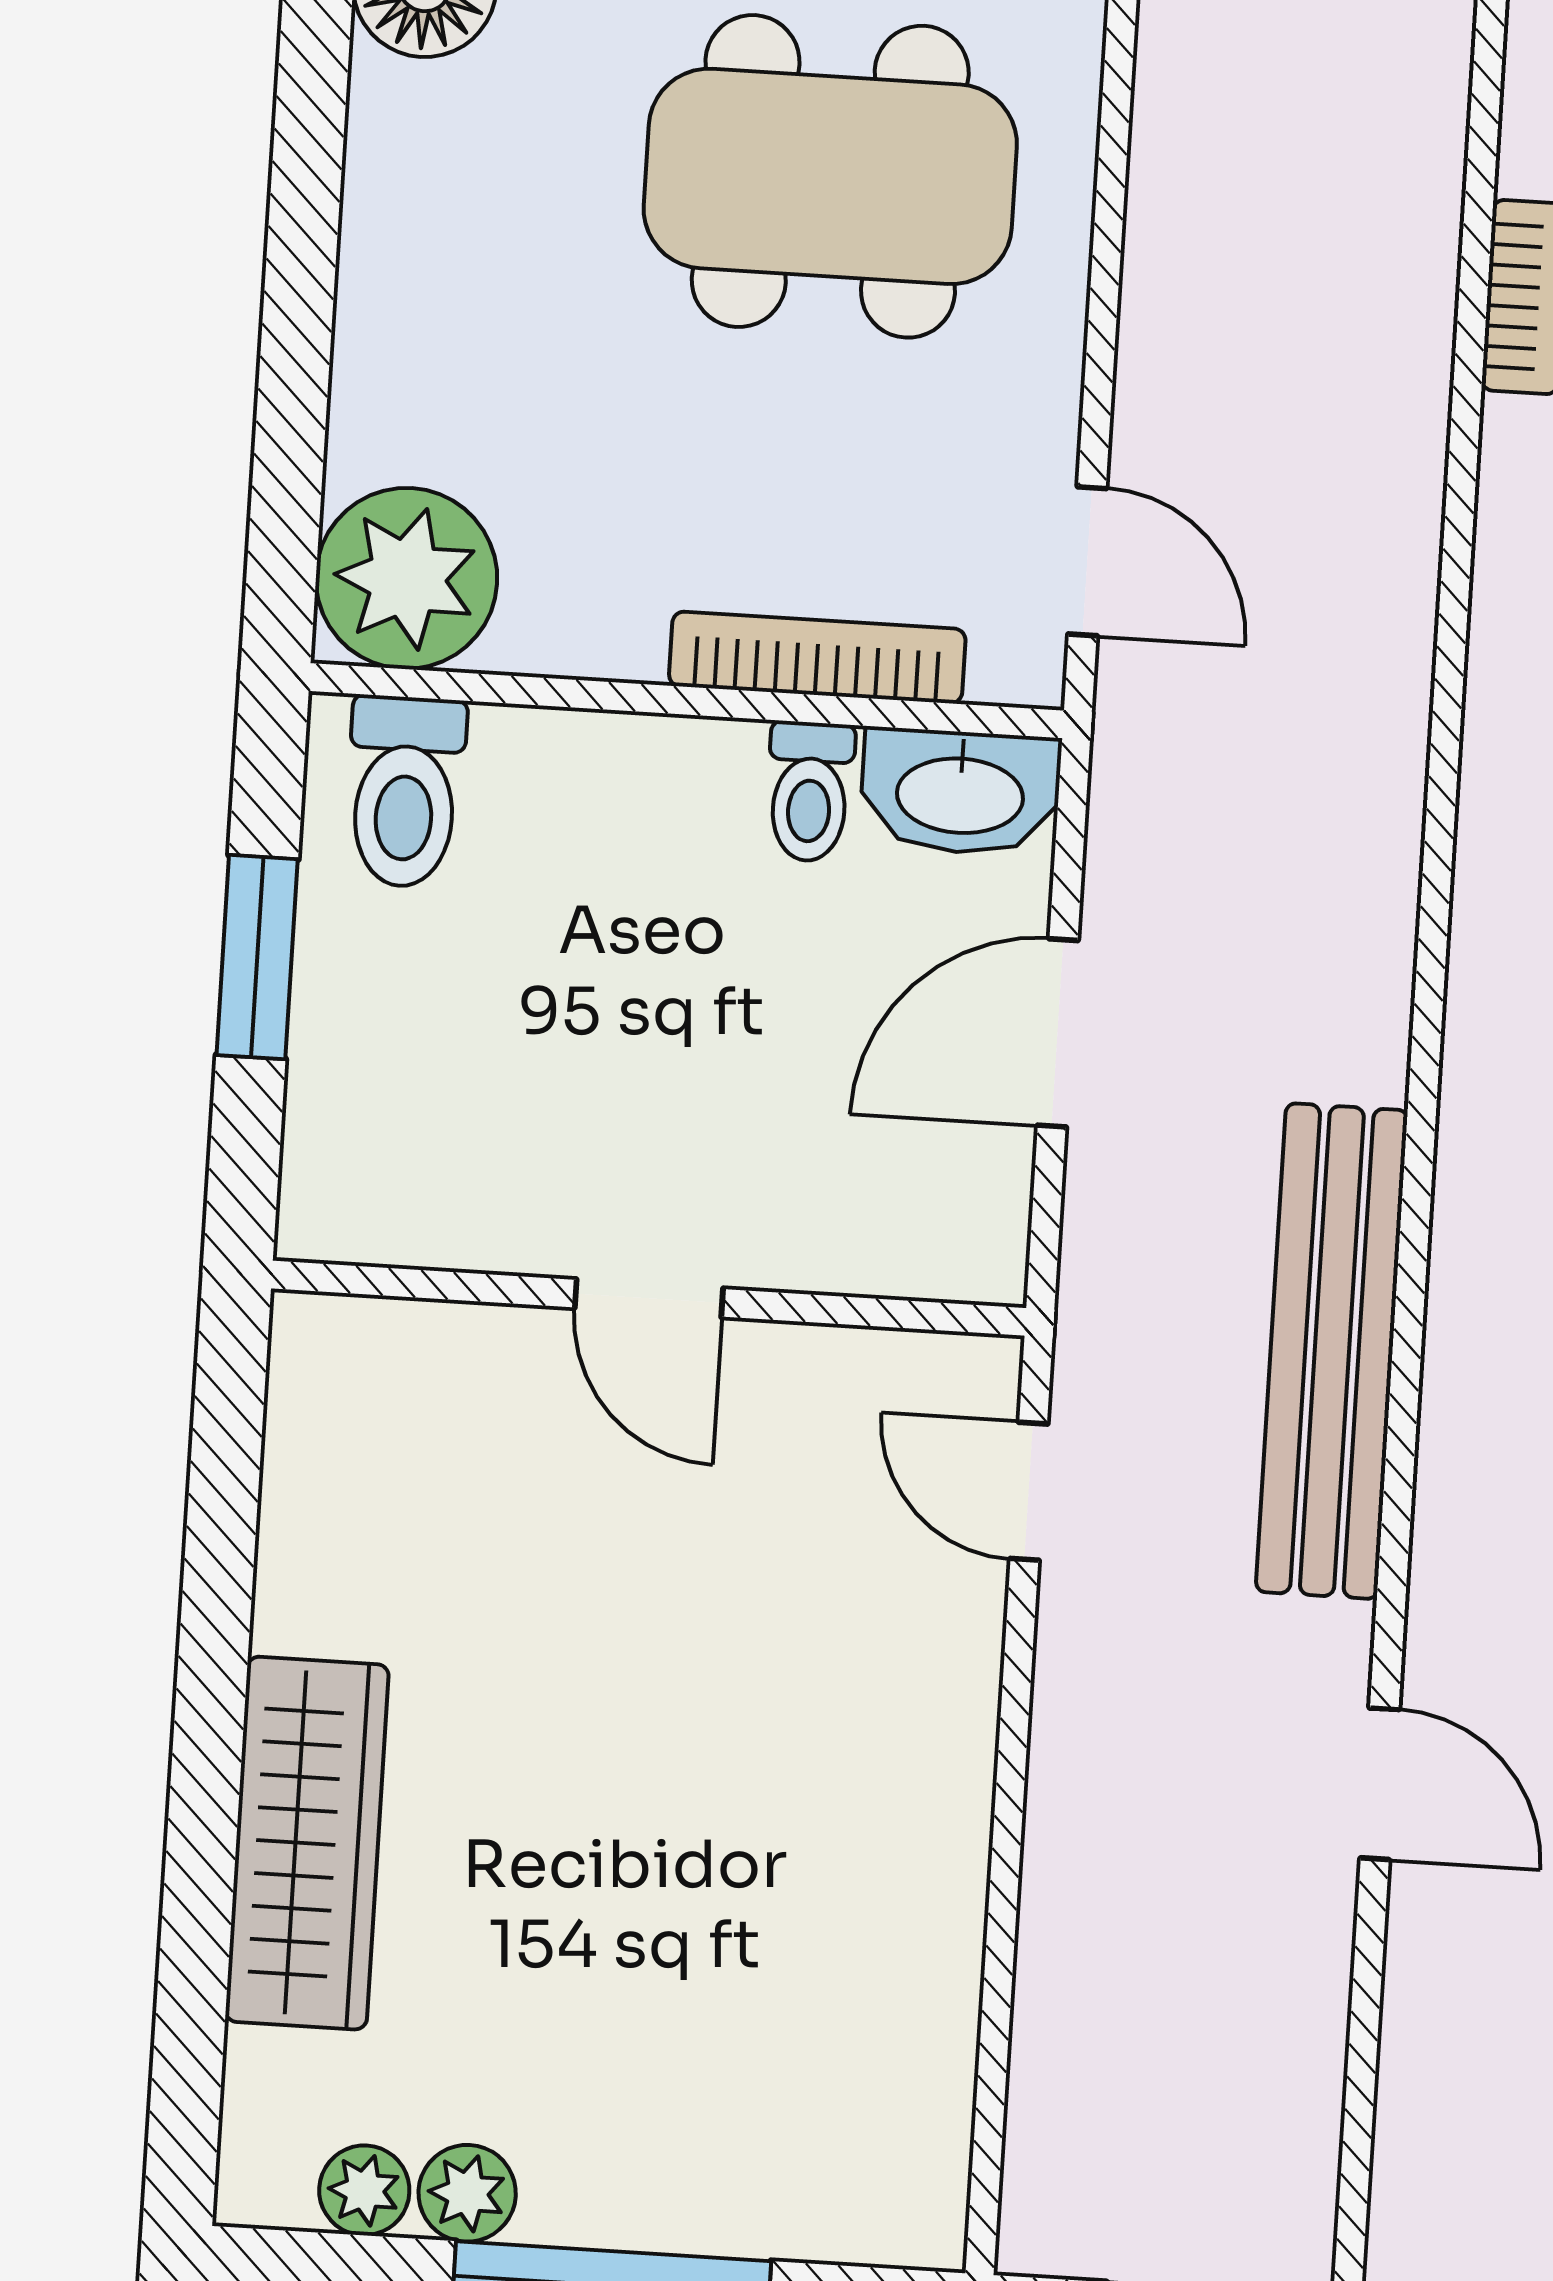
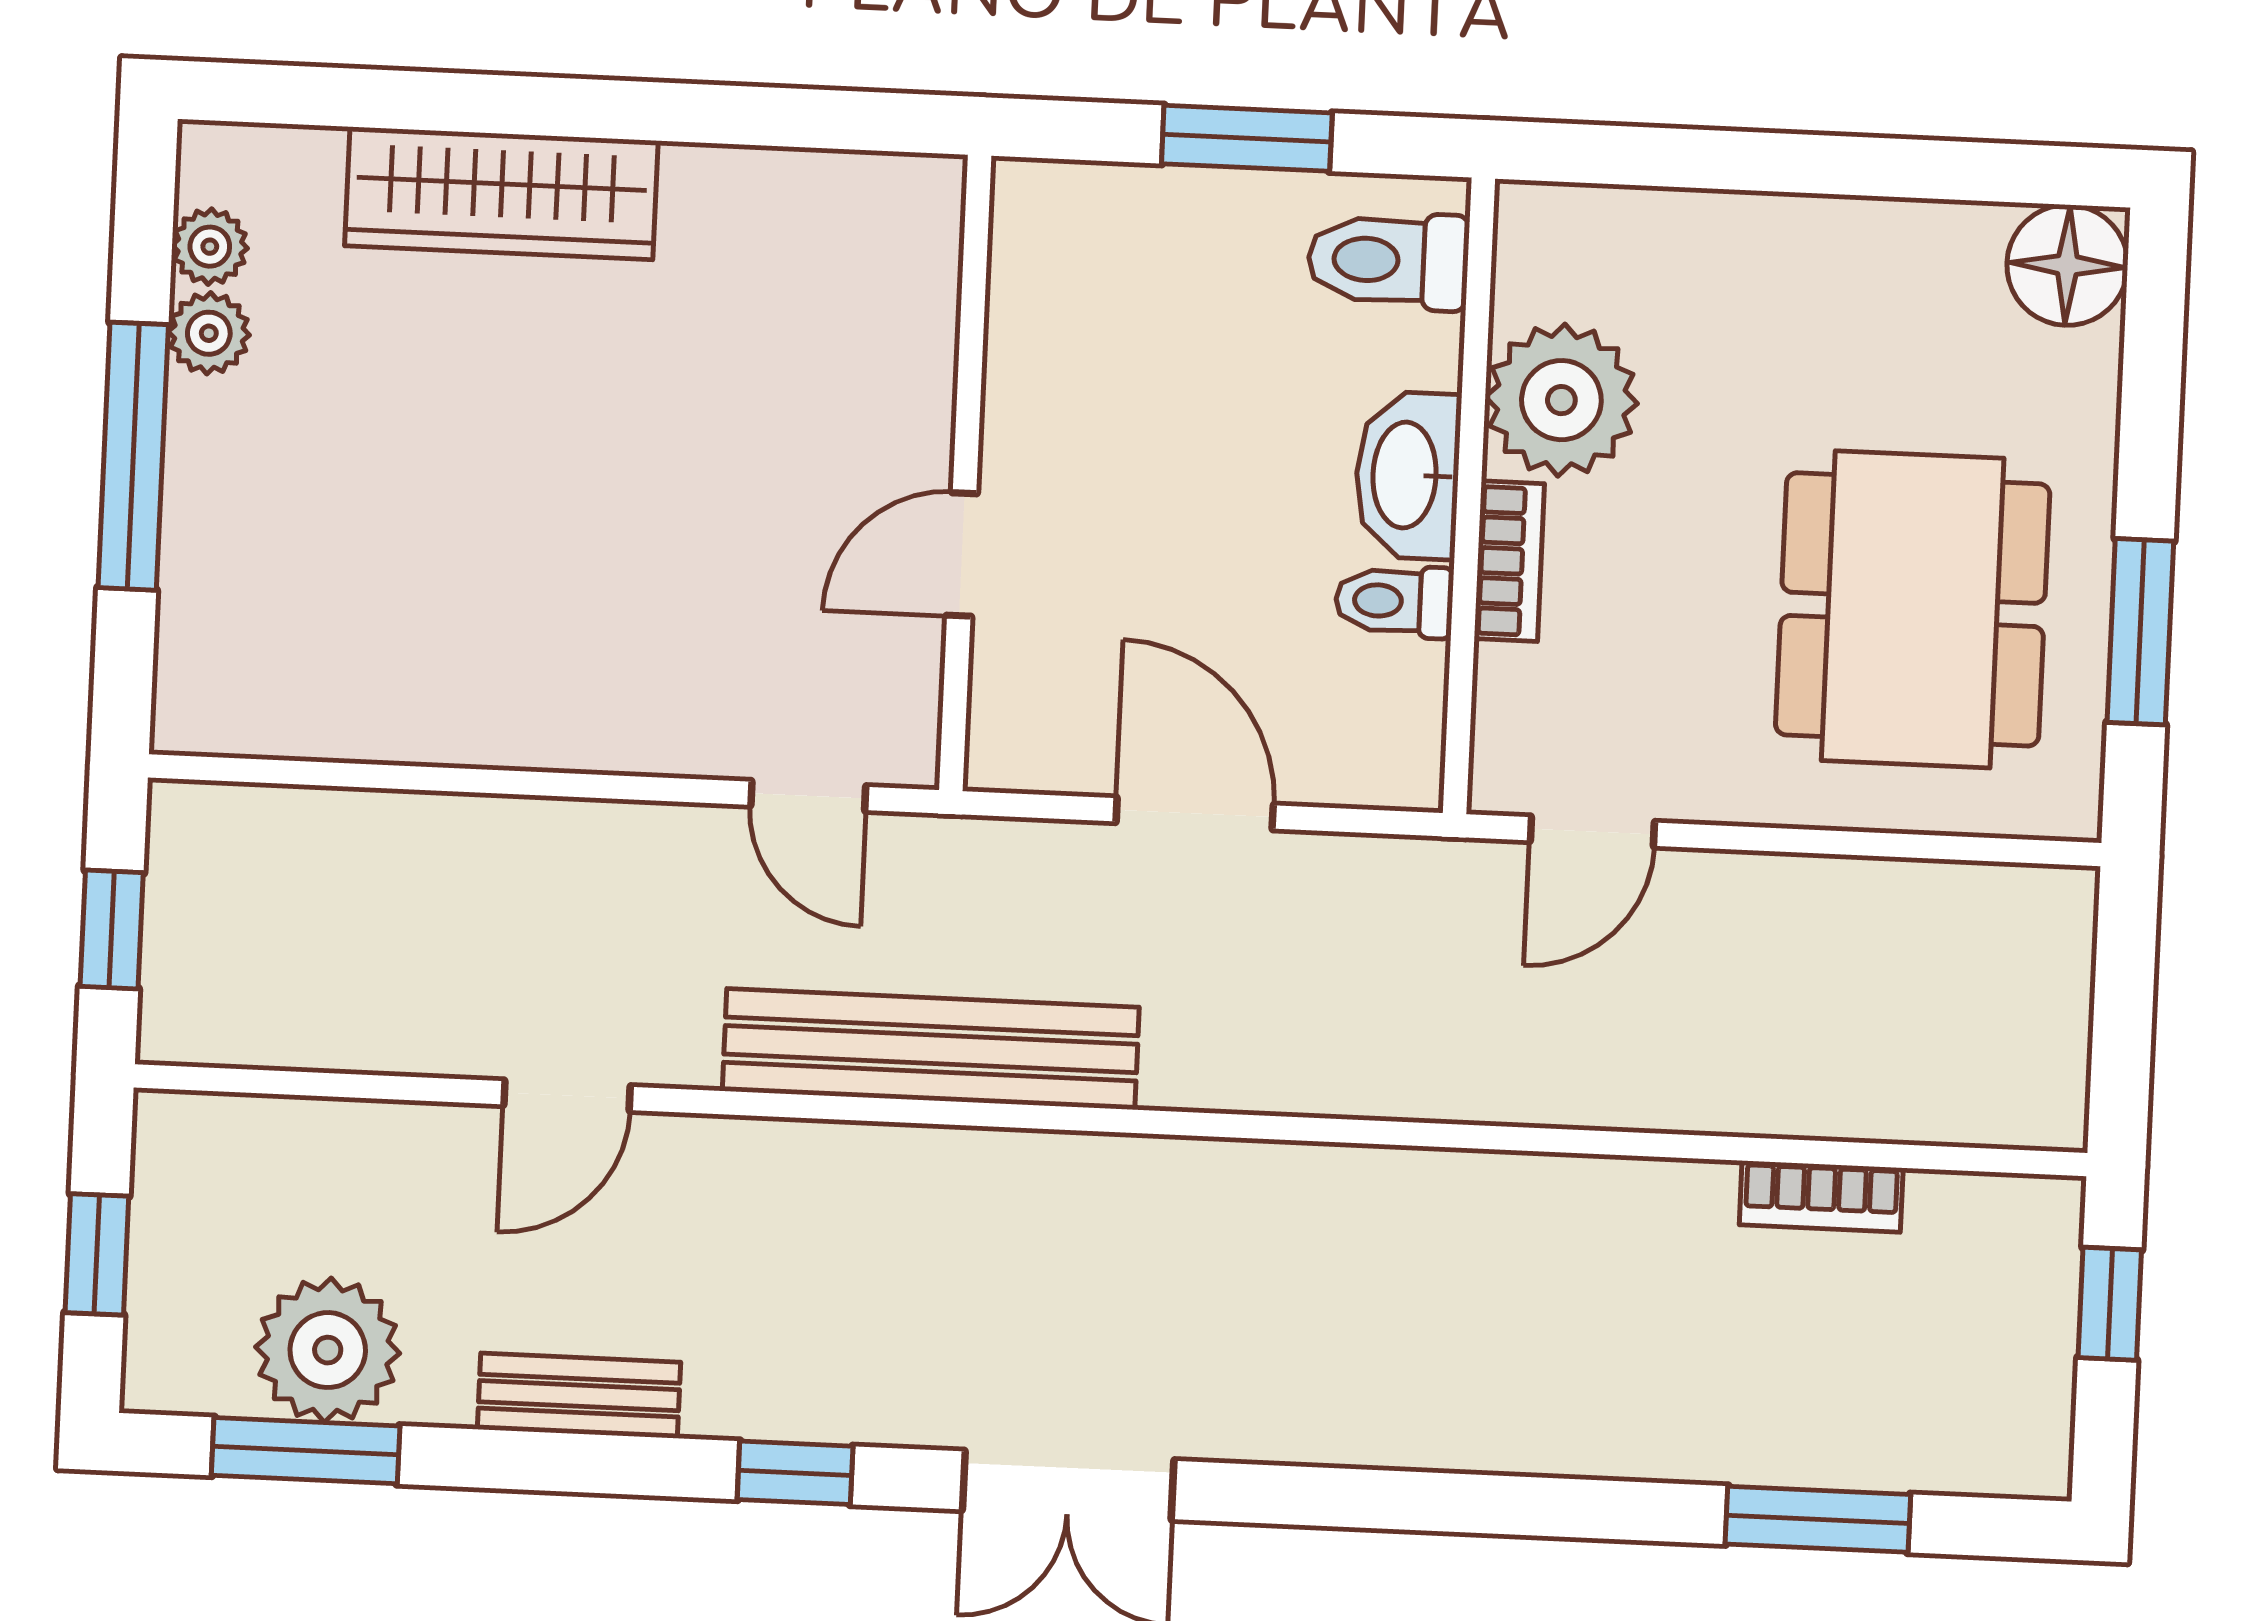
plant: (406, 578) -> (1561, 400), moved
bookcase: (817, 657) -> (1509, 561), width x0.64
washbasin: (960, 792) -> (1407, 475), moved
door: (649, 1298) -> (962, 554), moved
door: (1029, 1491) -> (808, 796), swing flipped

